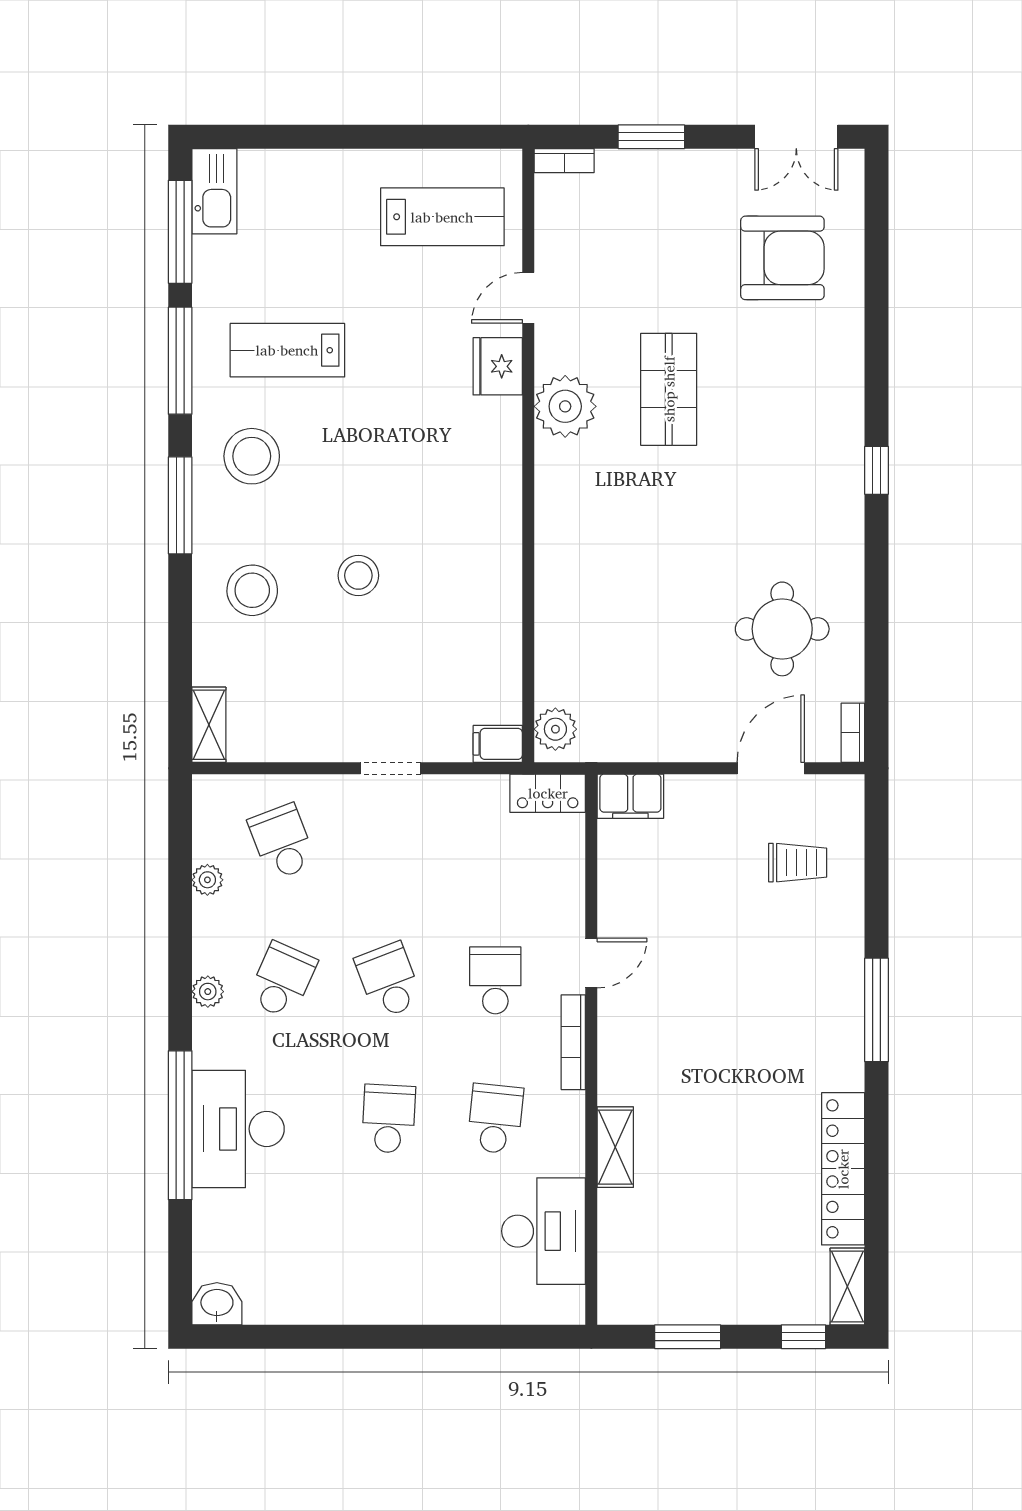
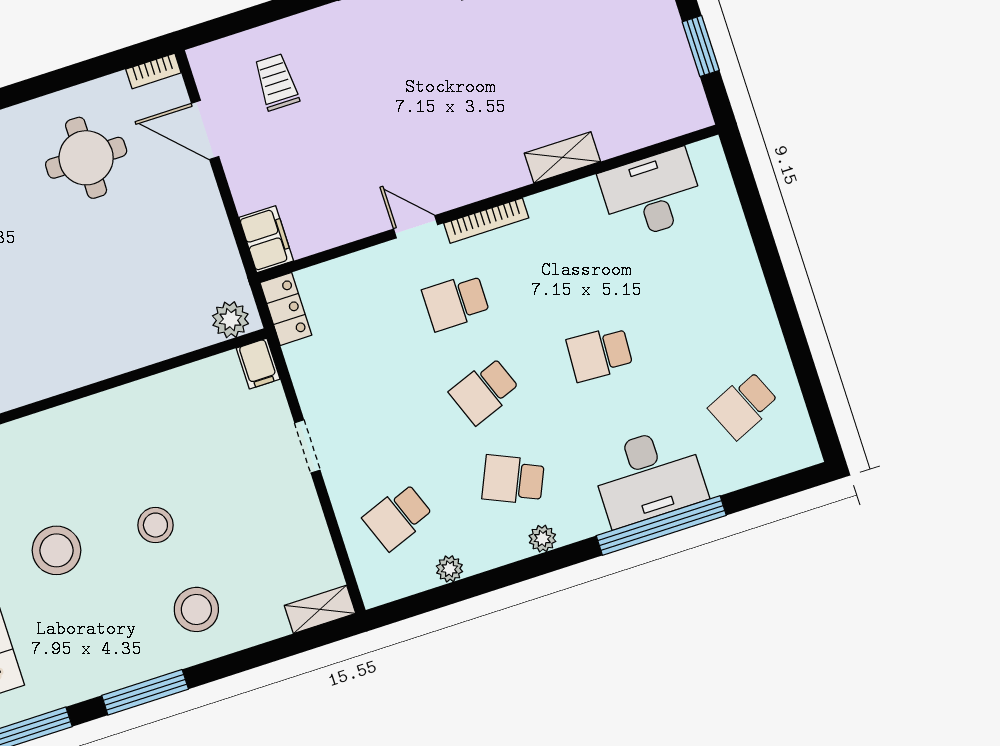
stool: (252, 456) -> (56, 550), moved
school desk: (495, 1119) -> (744, 405), moved, turned -30
washbasin: (217, 1304) -> (800, 447), removed

